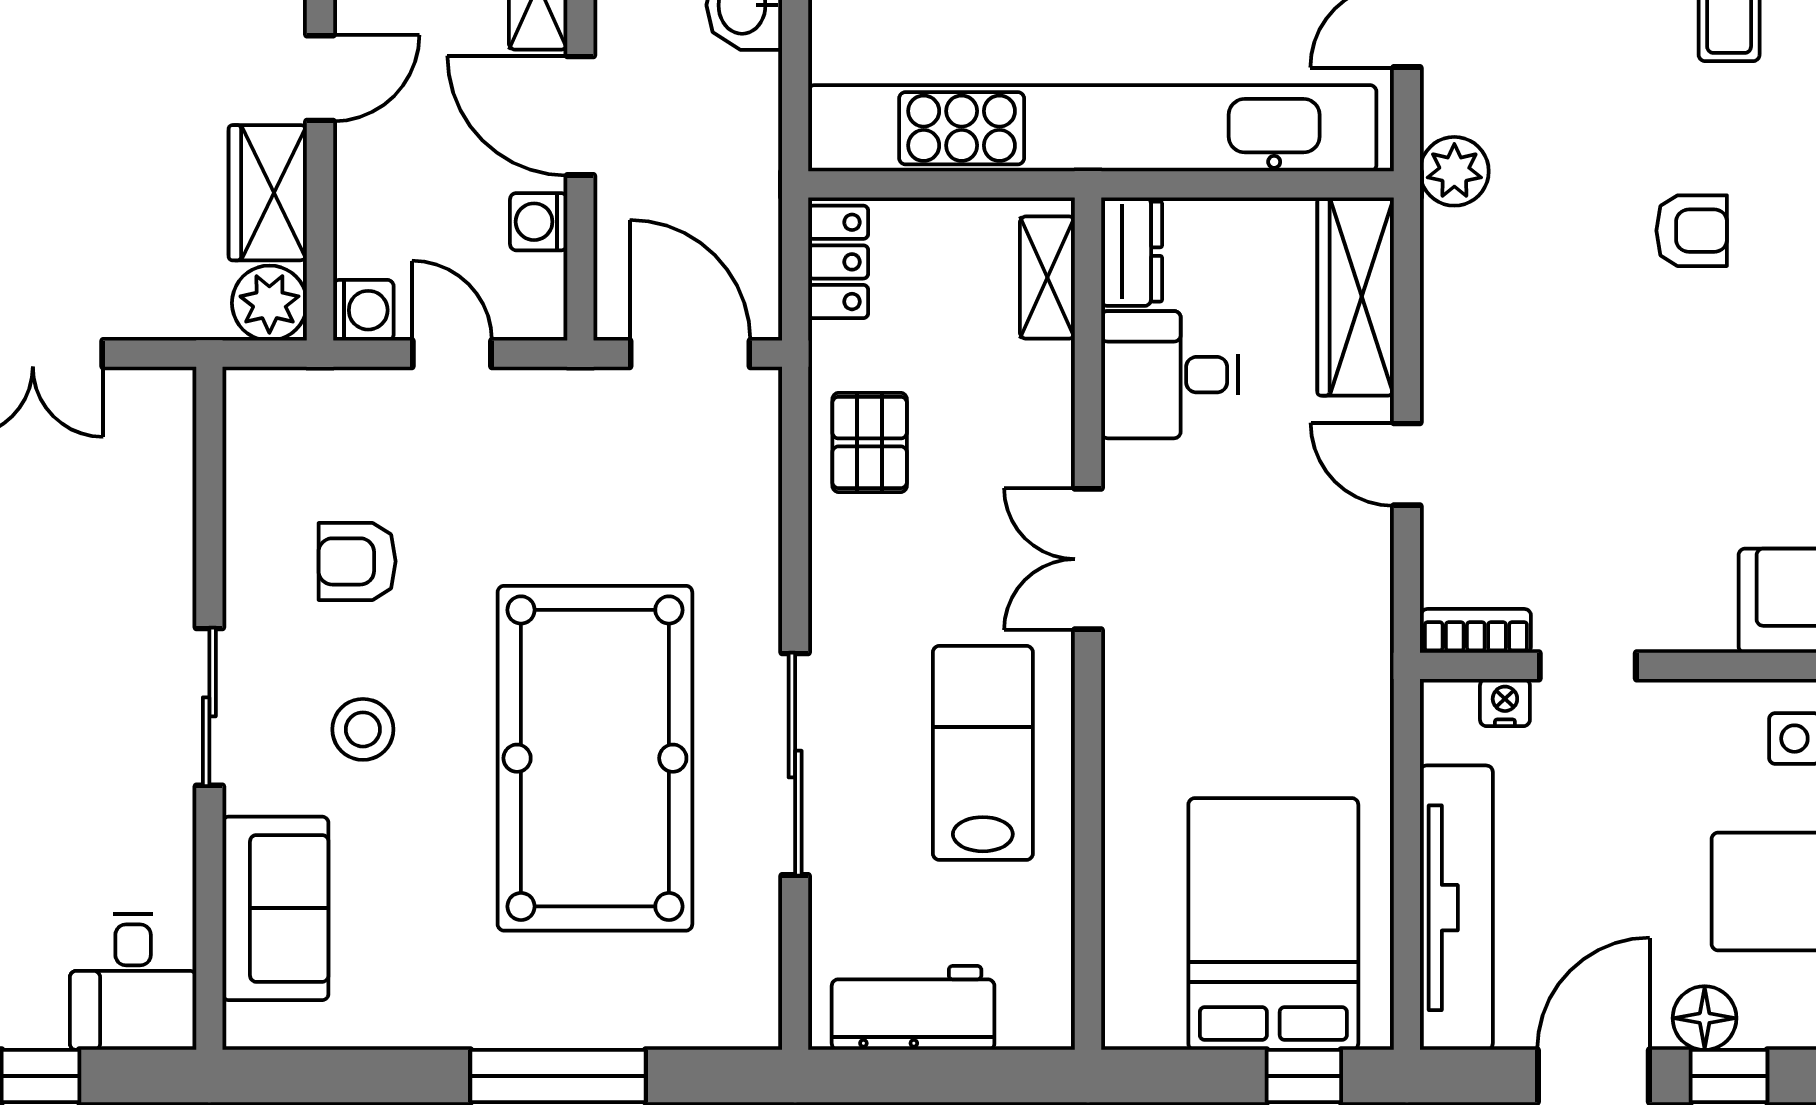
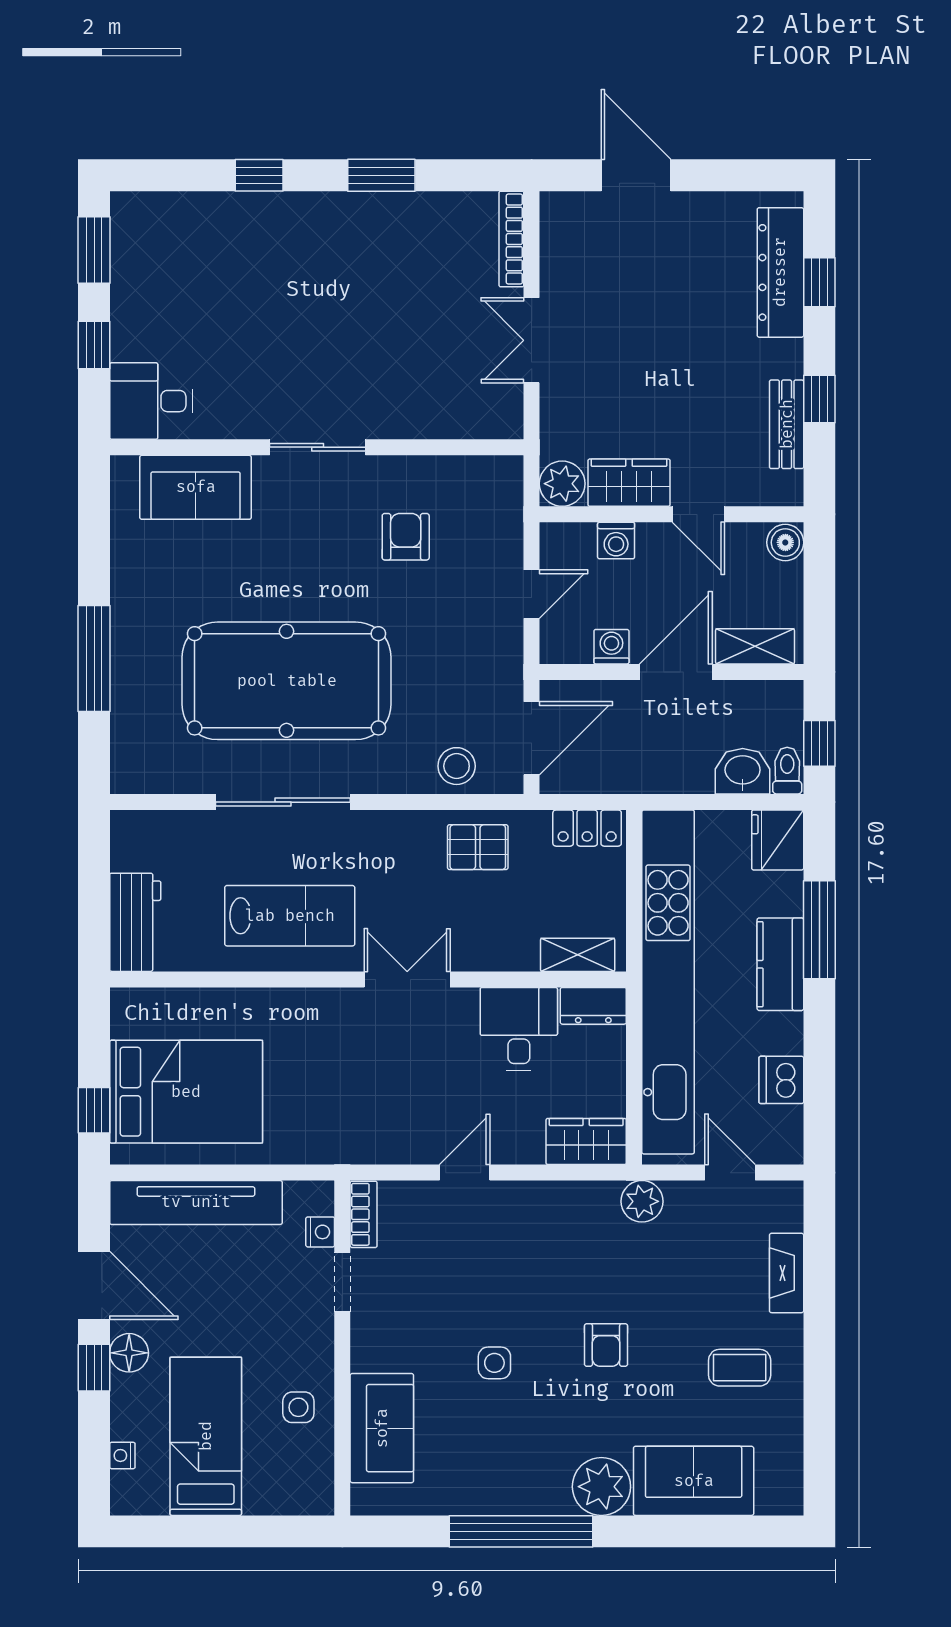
wardrobe: (1356, 296) -> (586, 1141), width x0.67
washing machine: (363, 310) -> (616, 541), moved
side table: (1721, 415) -> (494, 1363), added
stool: (363, 729) -> (457, 766), moved
workbench: (913, 1008) -> (135, 922), moved

